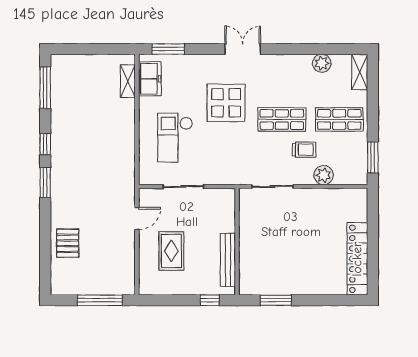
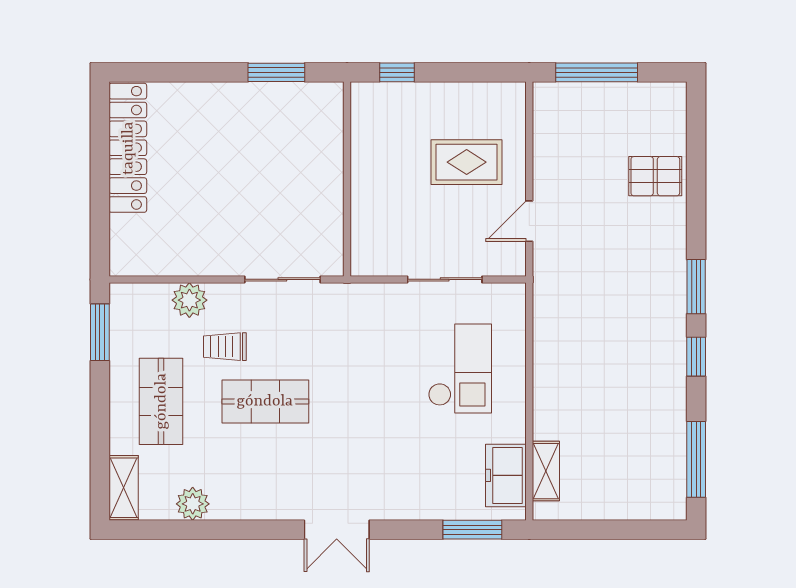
display table: (226, 103) -> (367, 432), removed
shop shelf: (339, 119) -> (161, 401), turned 90
pallet: (68, 243) -> (655, 176), turned 90
rug: (171, 251) -> (467, 162), turned 90
bench: (228, 260) -> (364, 146), removed

